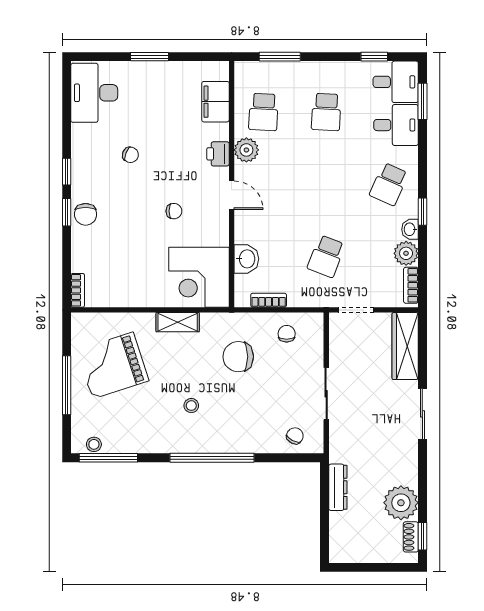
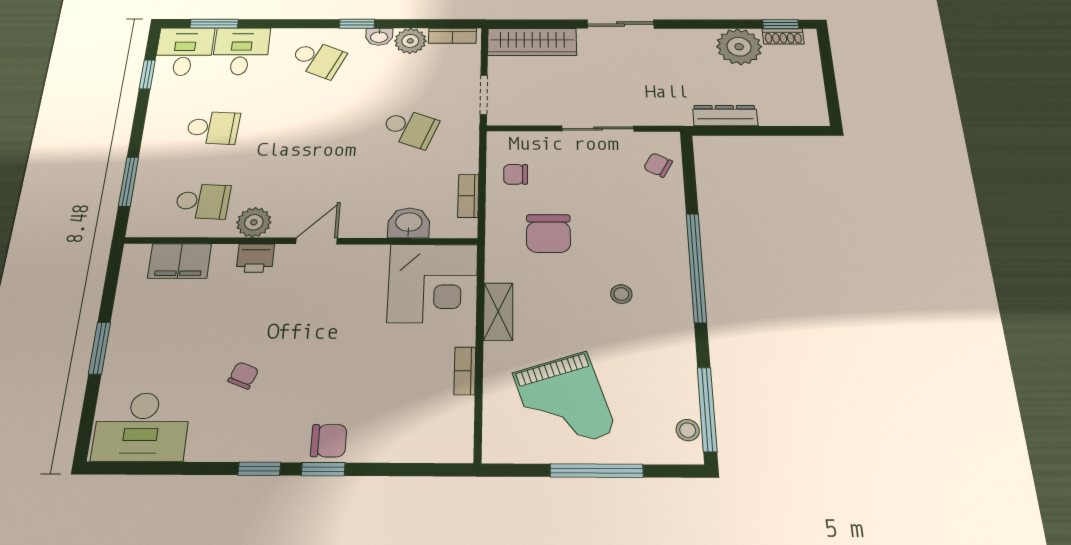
chair: (174, 211) -> (333, 316), removed
bookcase: (78, 290) -> (465, 371), moved, turned -90

